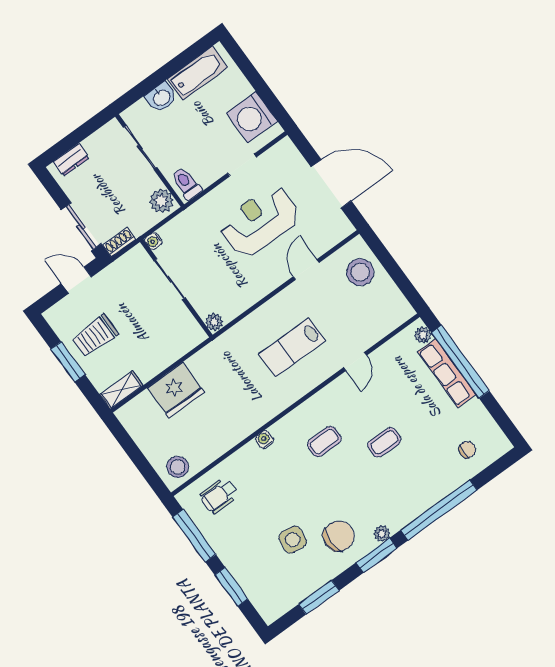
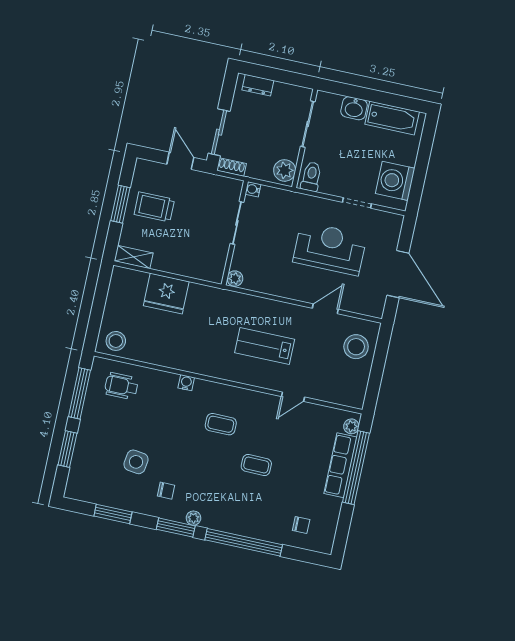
chair: (339, 536) -> (166, 491), width x0.54, depth x0.54

